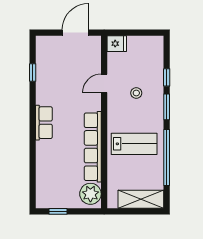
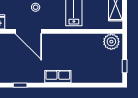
door: (104, 83) -> (28, 31), width x1.88
row of seats: (93, 147) -> (76, 40), removed

